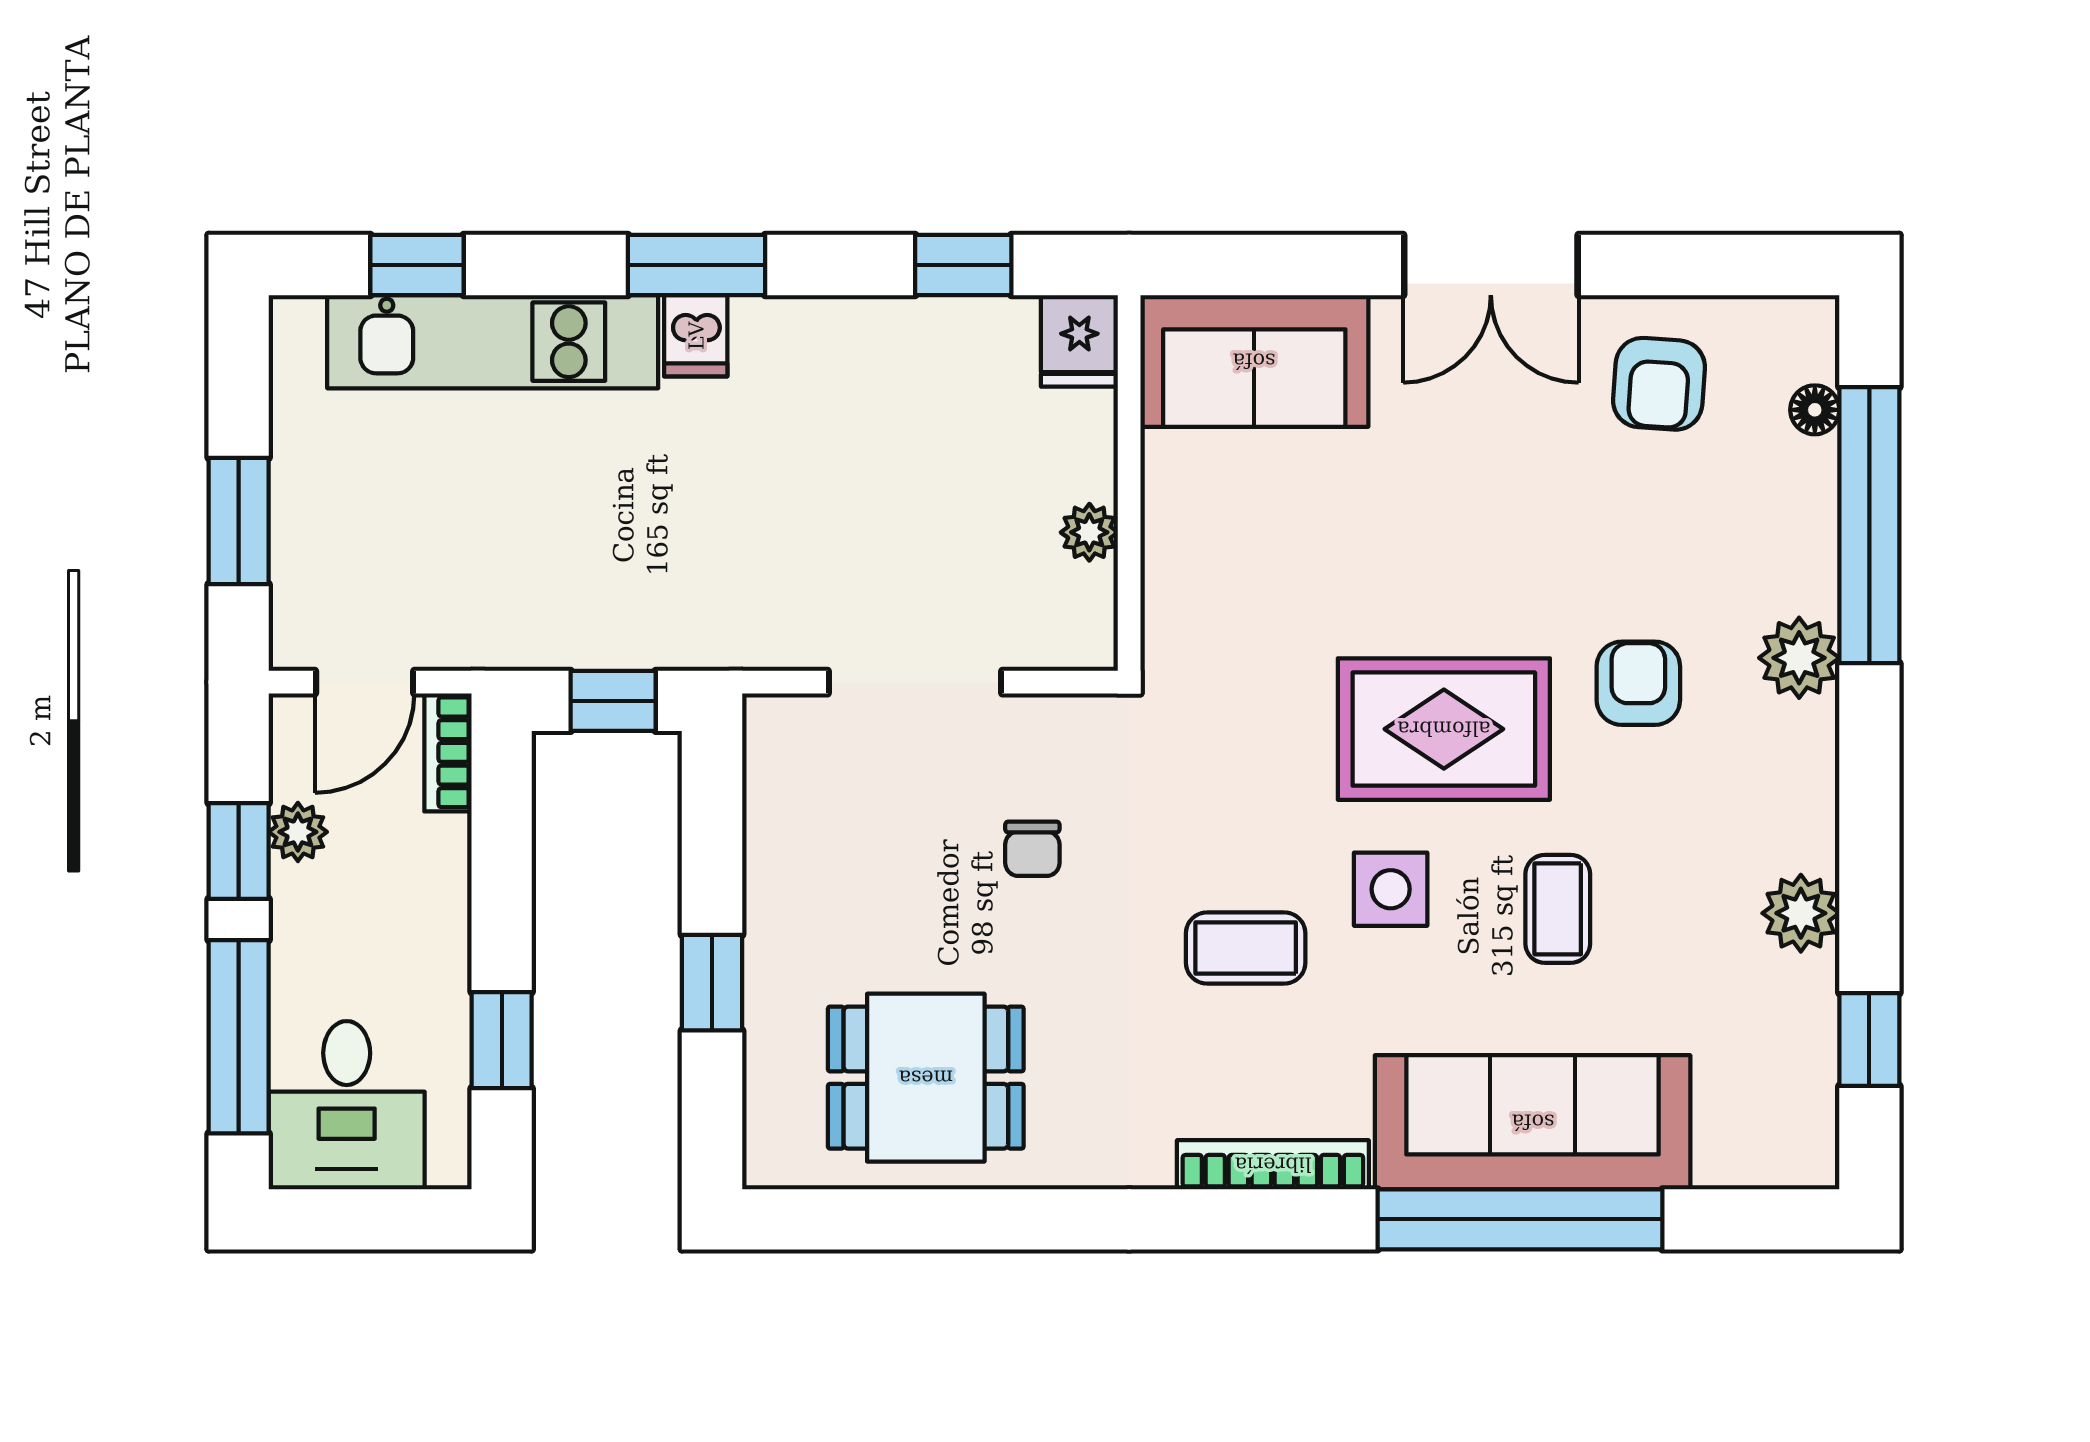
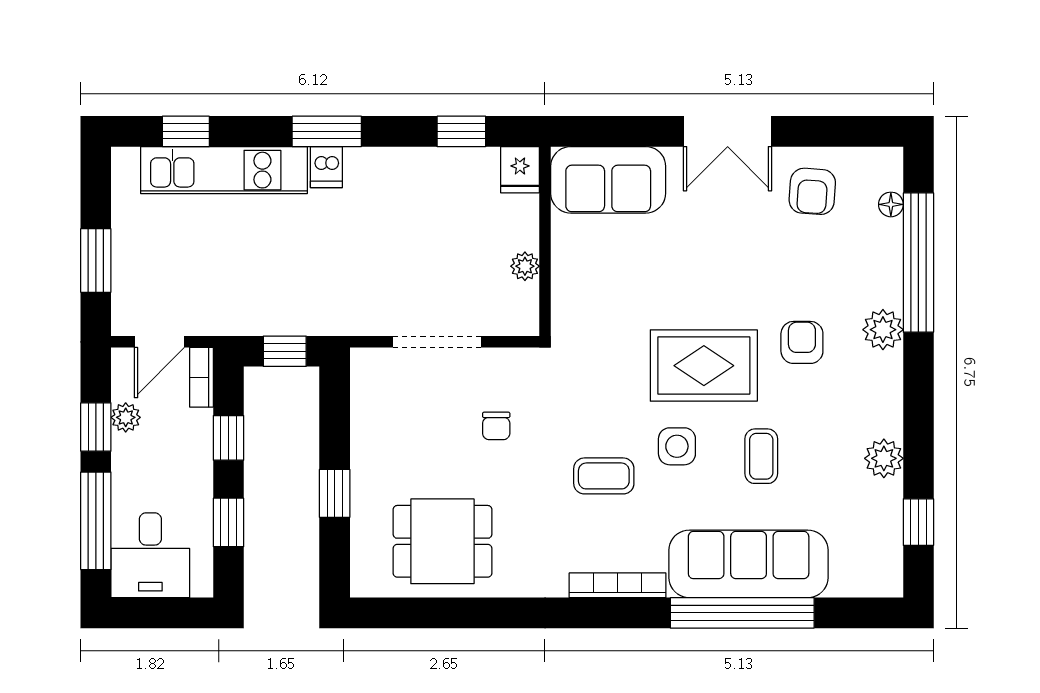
window: (502, 873) -> (229, 438), added

